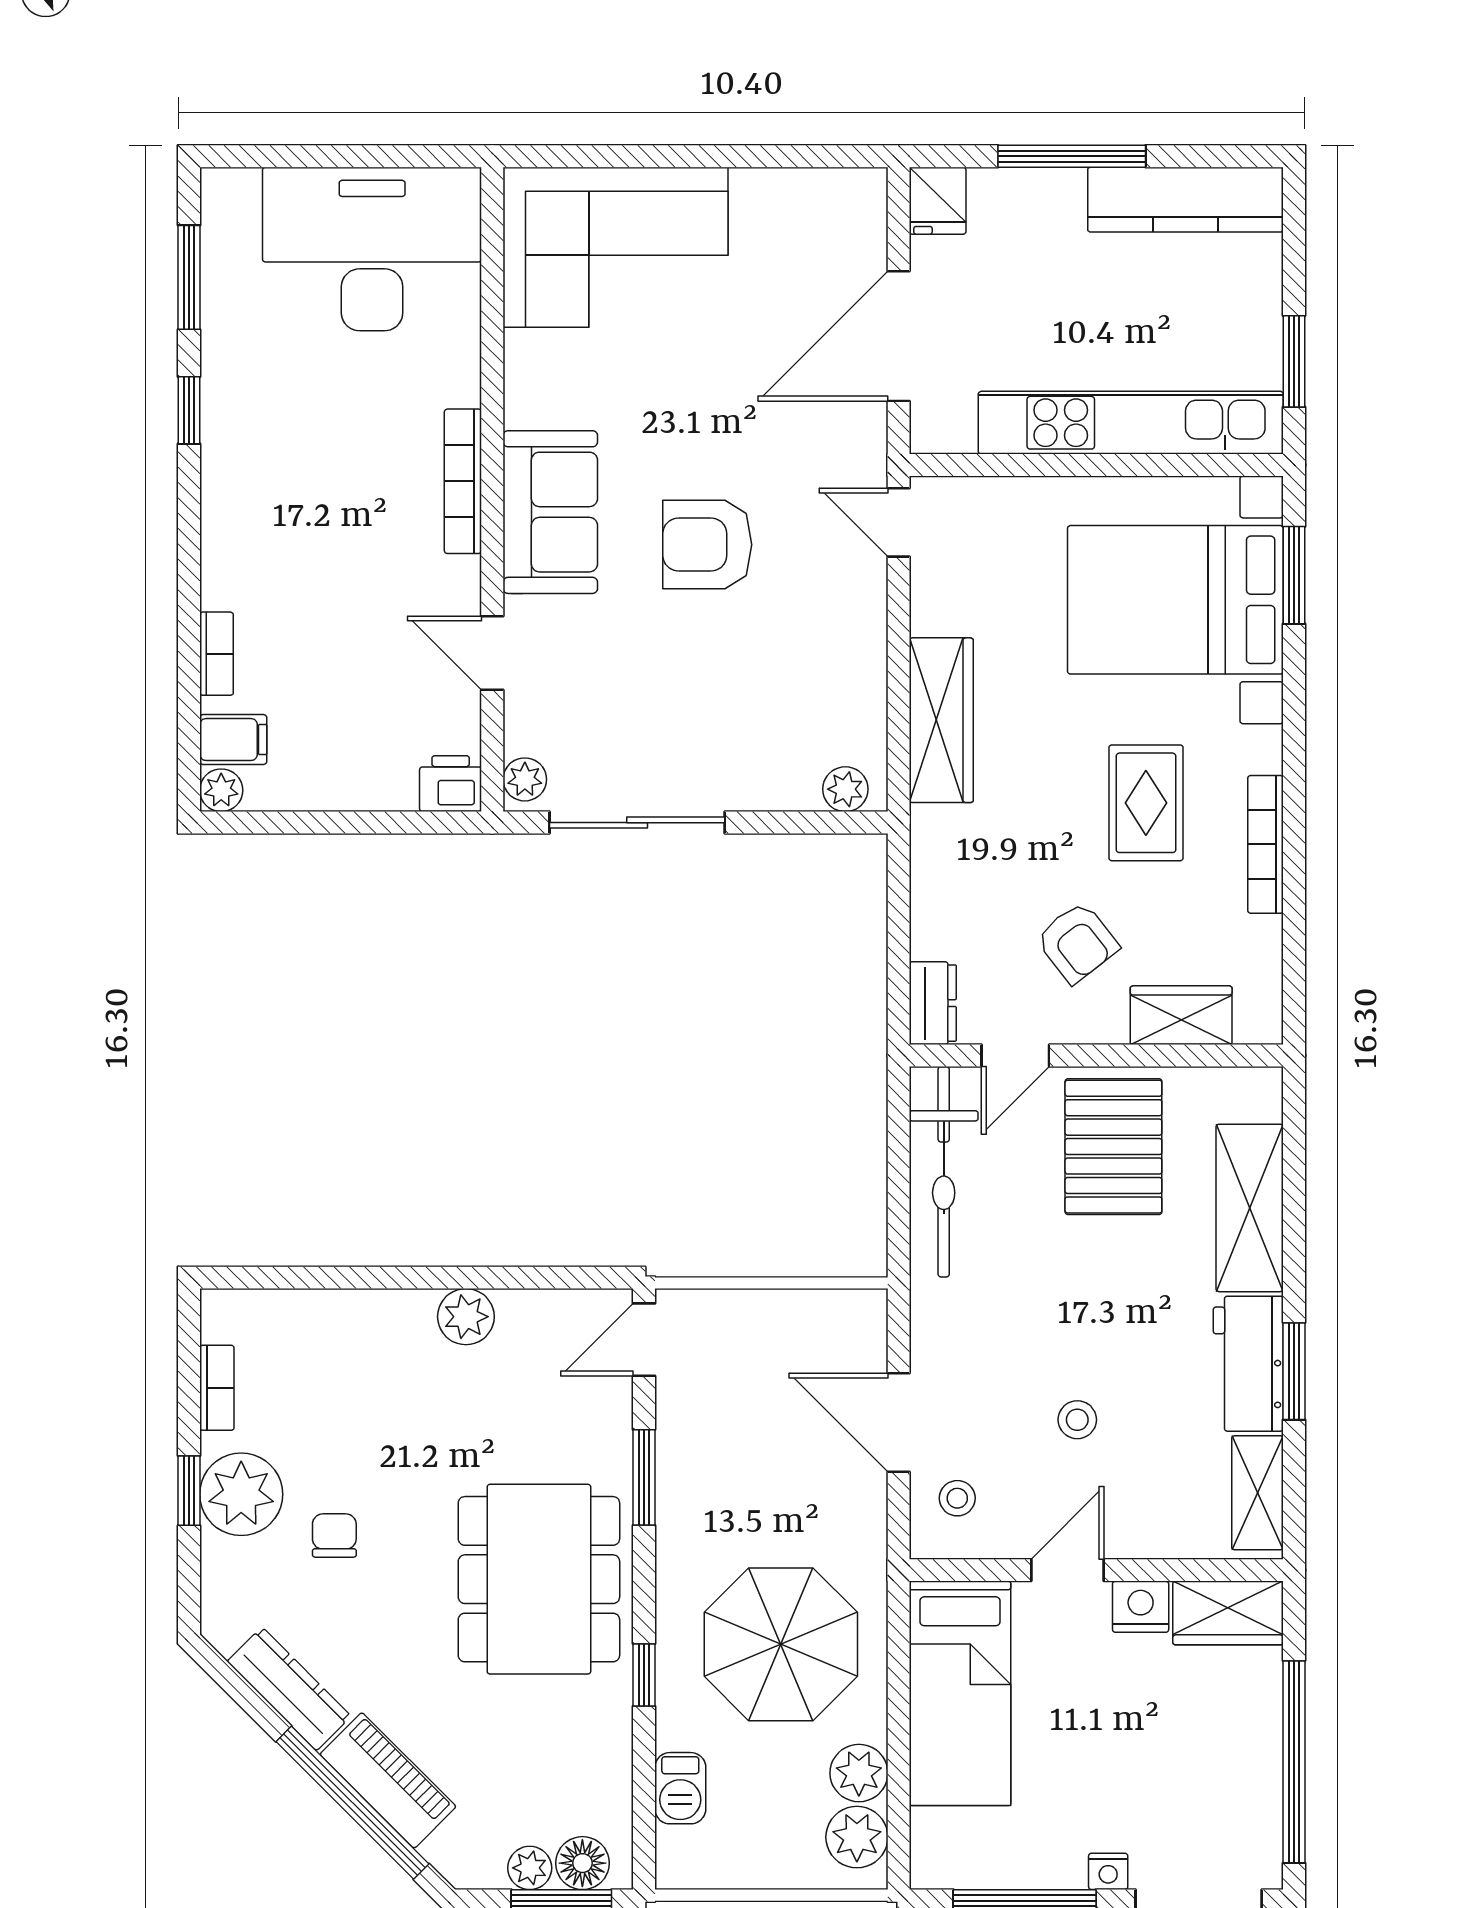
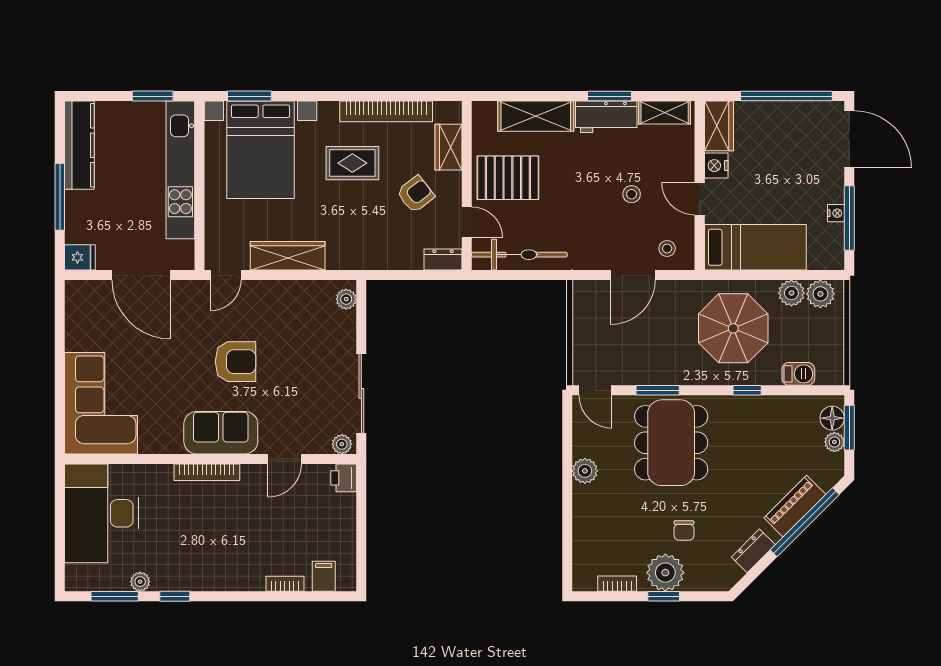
armchair: (707, 545) -> (235, 362), turned -90
wardrobe: (941, 720) -> (288, 256), moved
plant: (221, 790) -> (140, 582), moved
bookcase: (1266, 844) -> (386, 111), width x1.48, depth x1.31
chair: (334, 1535) -> (684, 530), turned -90
dining table: (539, 1579) -> (671, 443), moved, turned 90
dresser: (289, 1689) -> (753, 551), width x0.70
nightstand: (1108, 1871) -> (836, 213), moved

